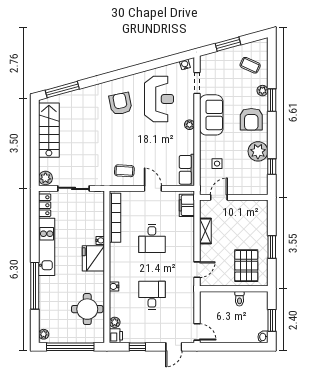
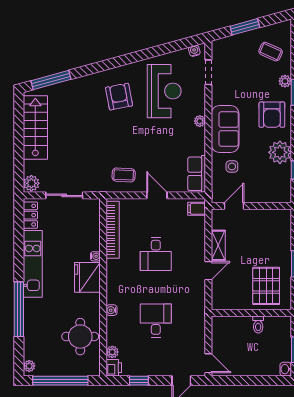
sofa: (211, 115) -> (225, 129), moved
filing cabinet: (187, 205) -> (197, 209), width x0.50
door: (197, 270) -> (208, 271), moved

